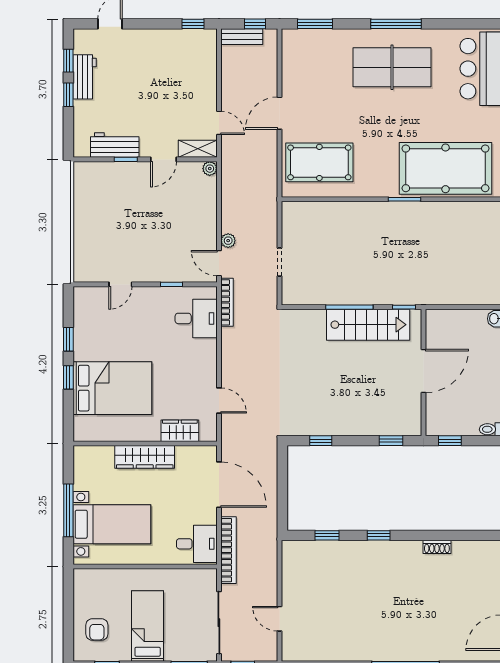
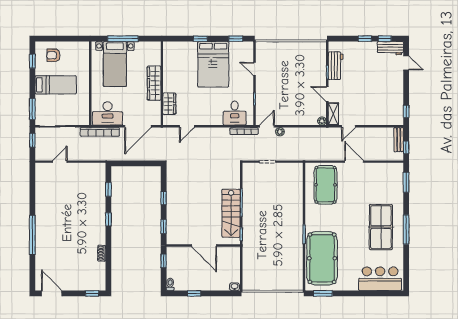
workbench: (85, 77) -> (390, 48), moved
window: (68, 339) -> (236, 39), moved
bed: (112, 388) -> (213, 64), moved
window: (321, 441) -> (164, 198), moved
desk: (197, 544) -> (108, 113), width x1.37

